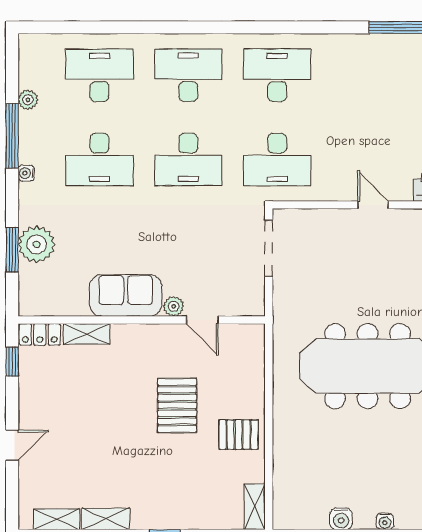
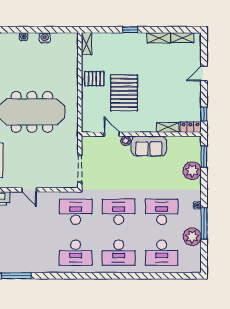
plant: (28, 100) -> (192, 237), width x1.88, depth x1.88
window: (12, 250) -> (204, 157), moved
pallet: (177, 405) -> (124, 93), width x1.37, depth x1.41

